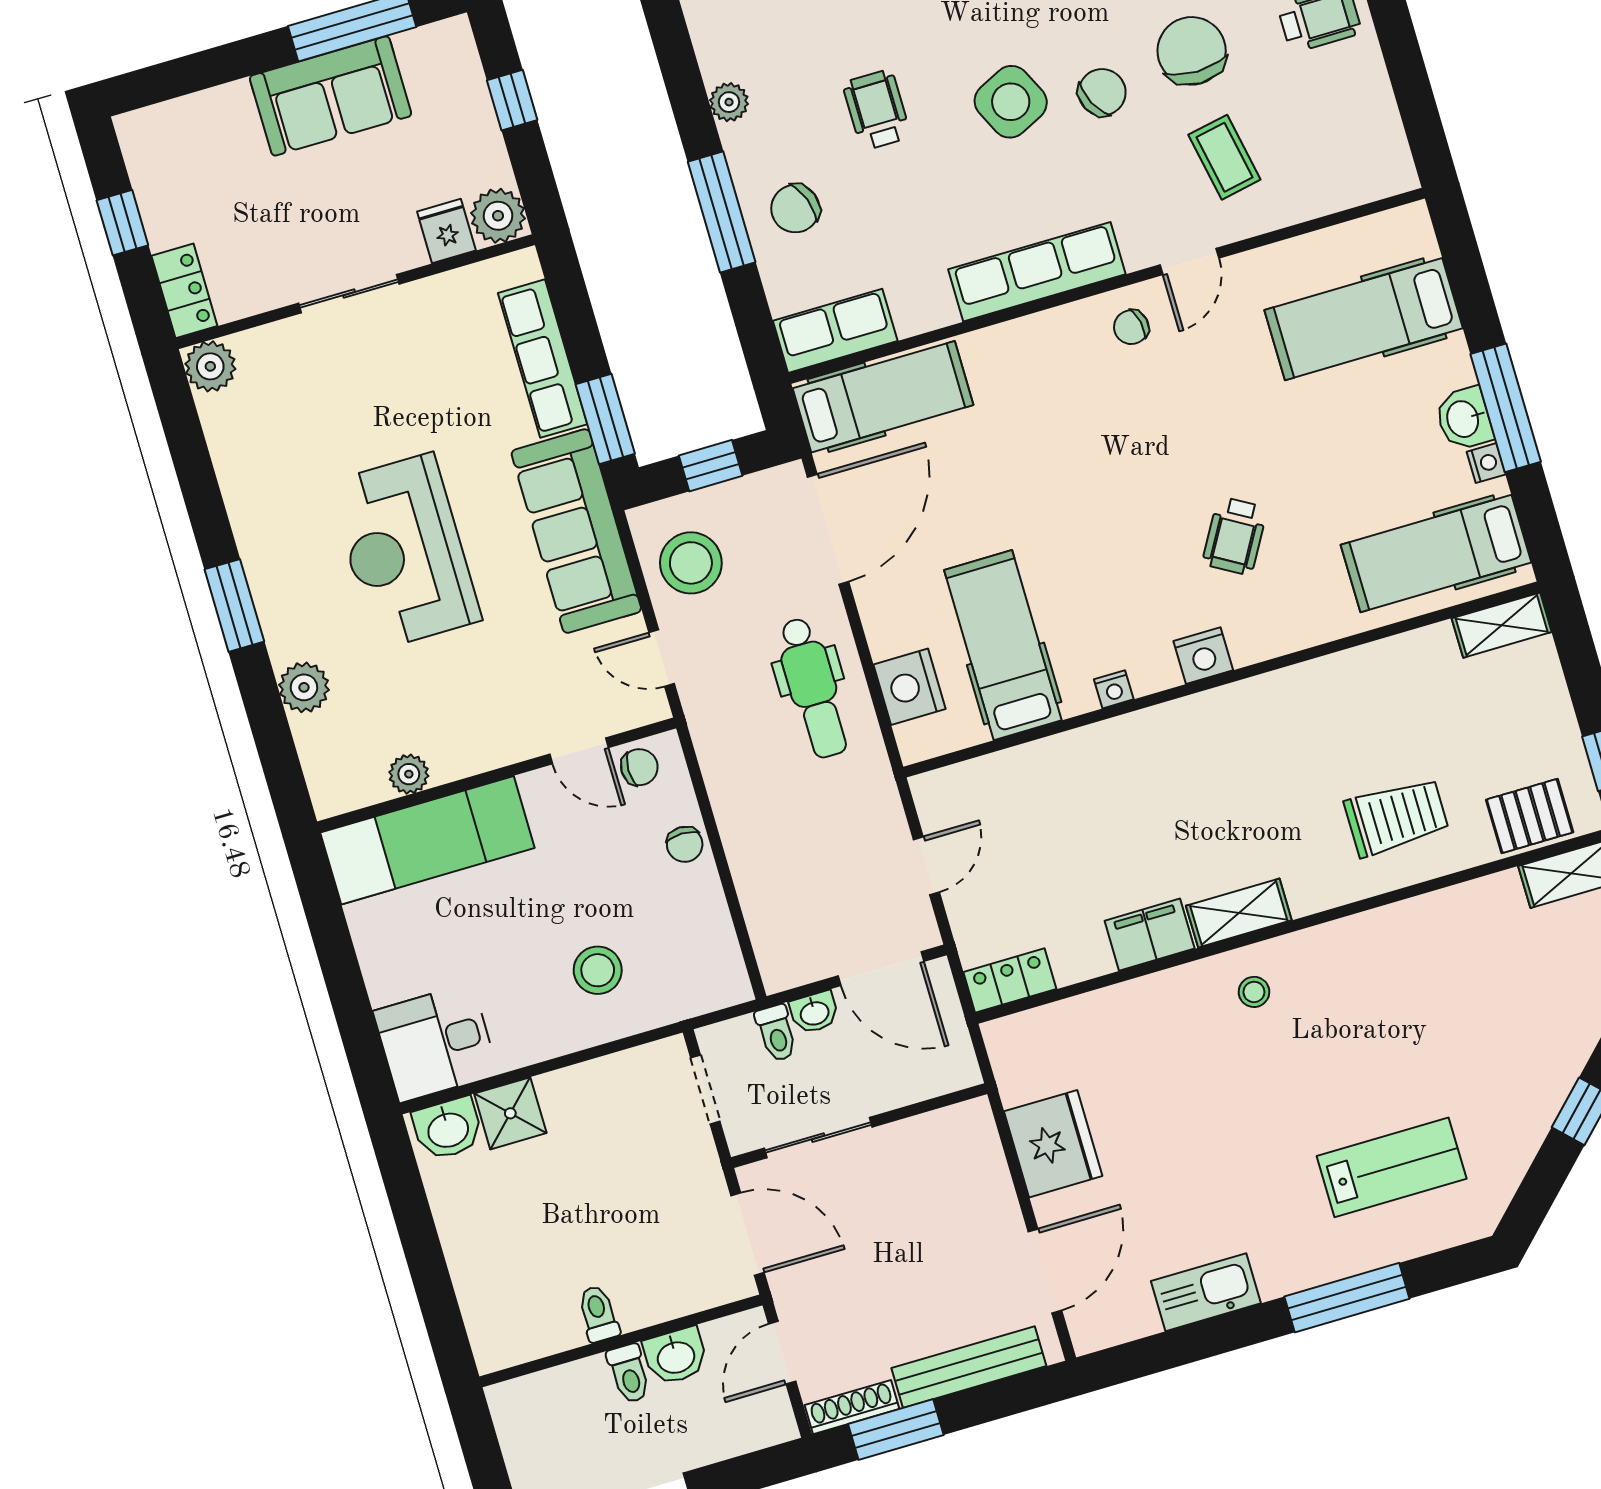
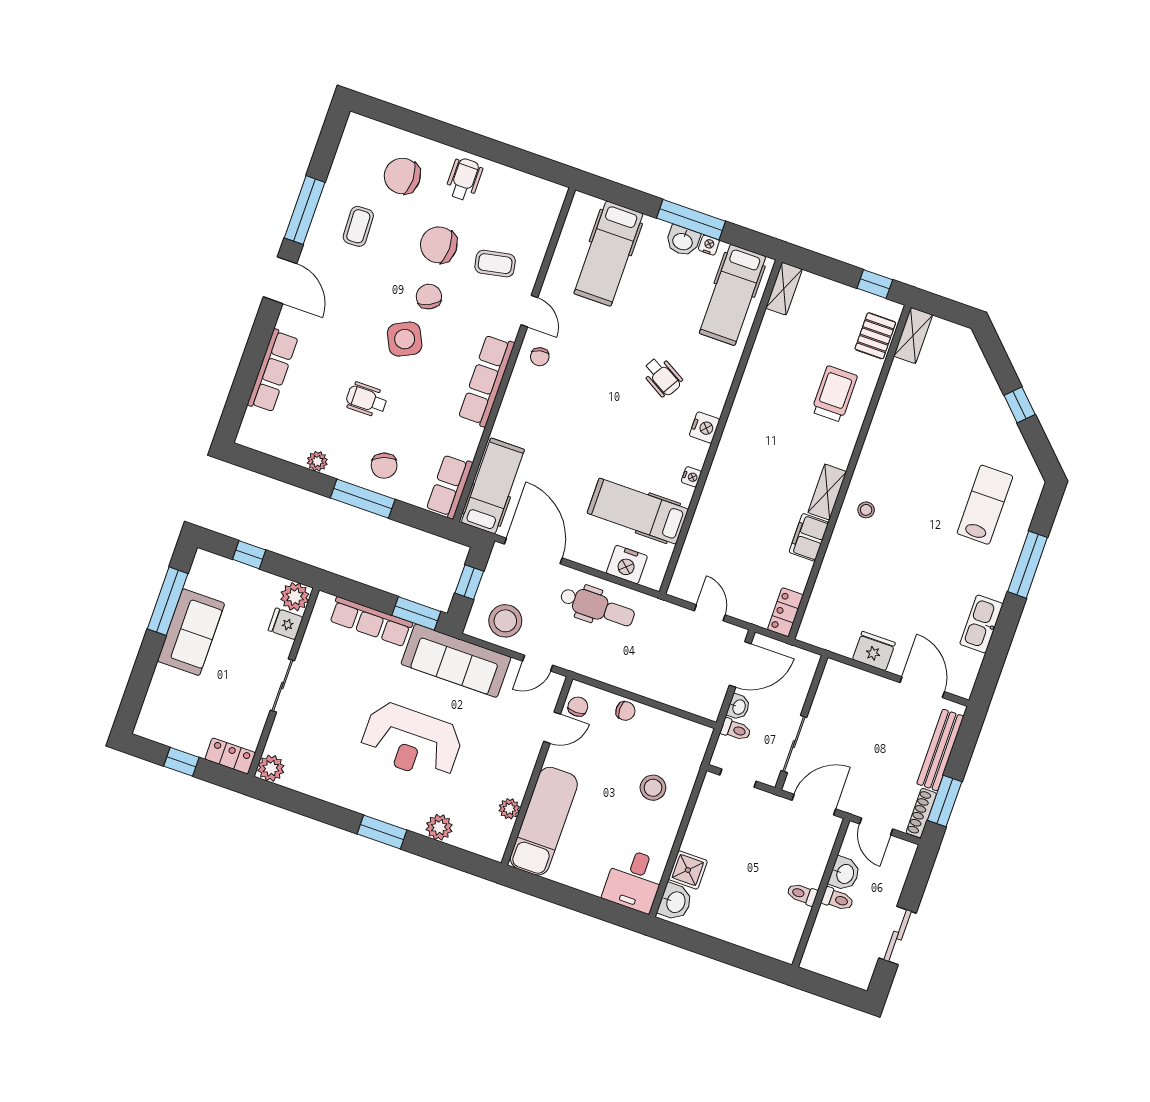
fridge: (1053, 1144) -> (874, 651), width x0.73, depth x0.75

